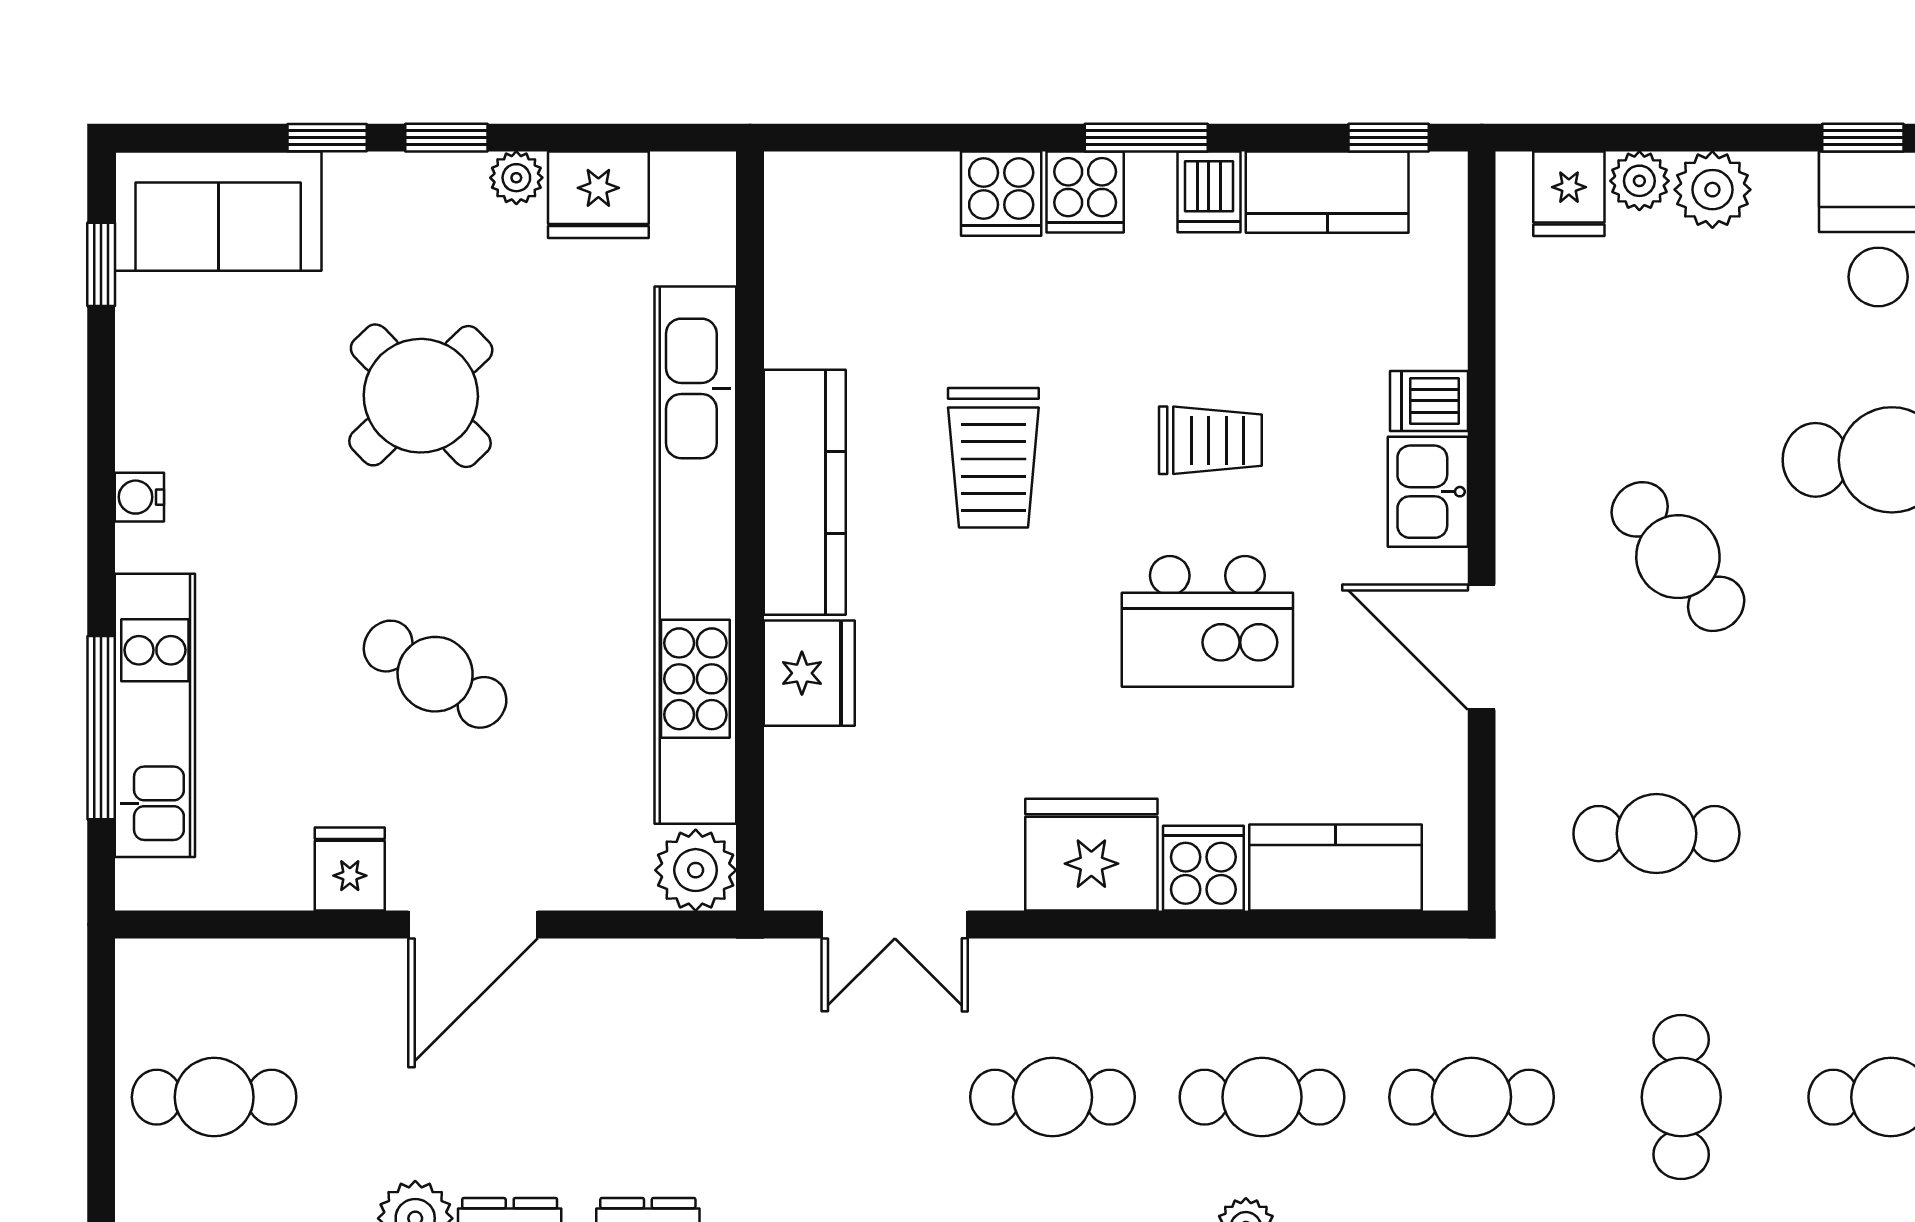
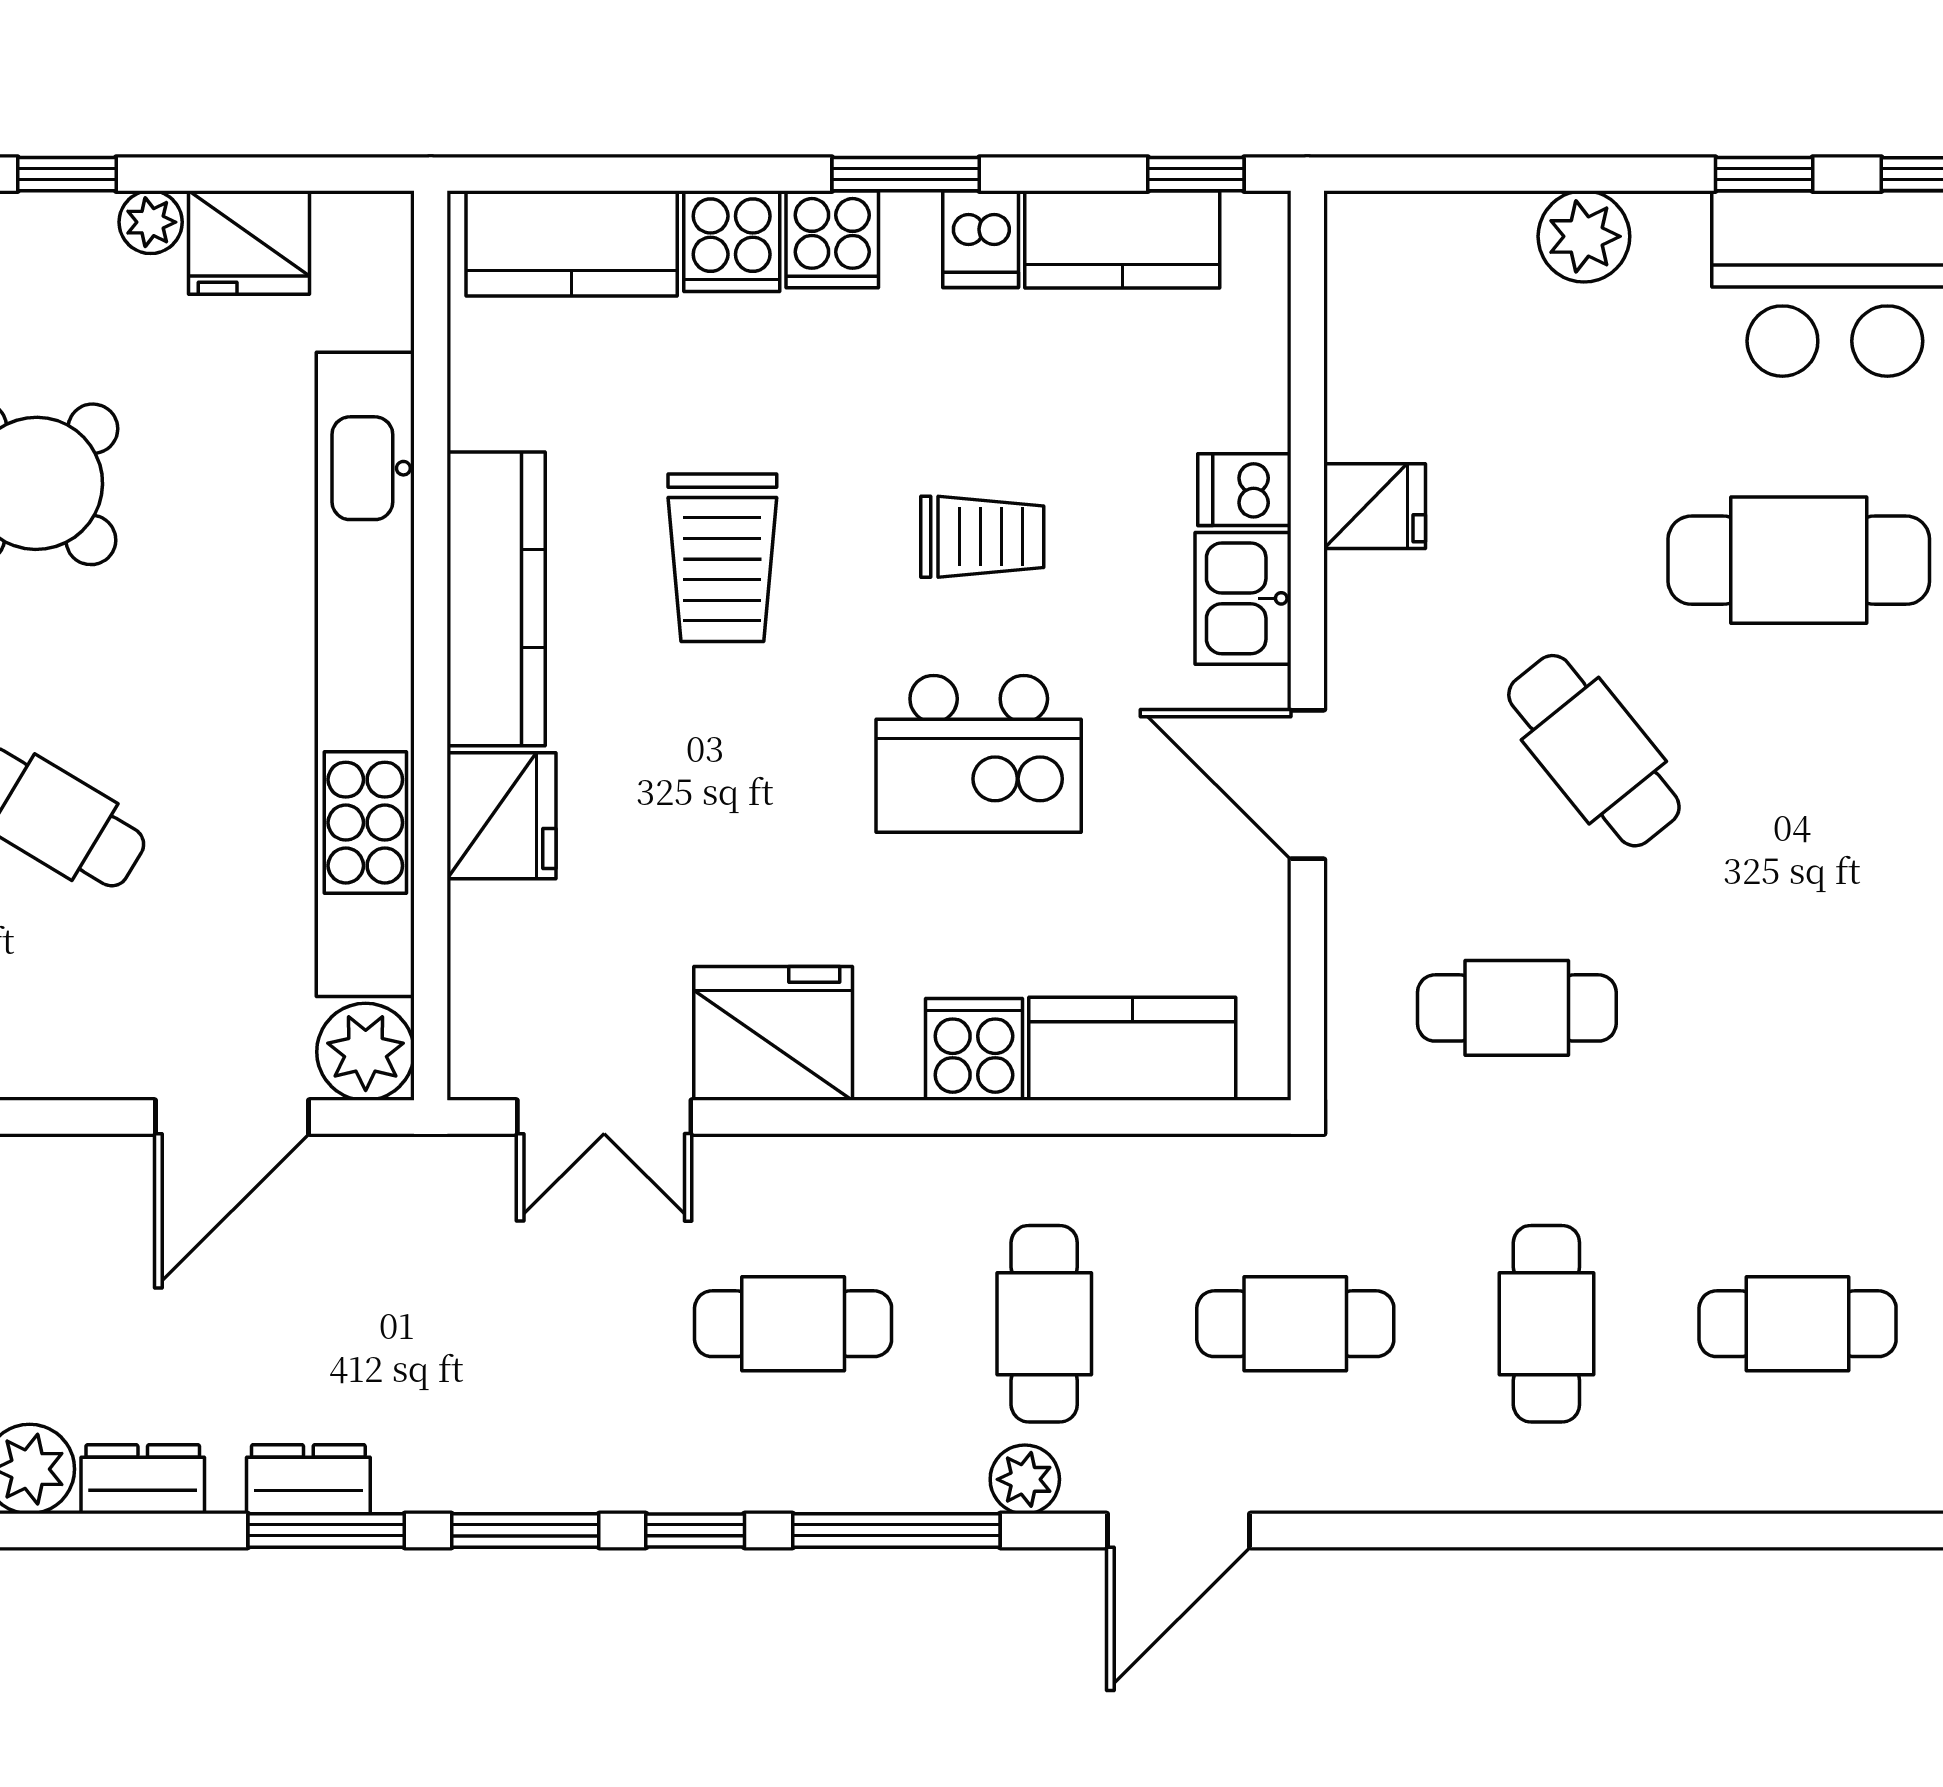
plant: (1639, 181) -> (1496, 226), removed
fridge: (1569, 194) -> (1375, 506), moved, turned -90
kitchen counter: (868, 195) -> (572, 243), added
cafe table: (1678, 557) -> (1594, 751), moved
fridge: (1091, 855) -> (773, 1033), moved
door: (473, 925) -> (232, 1117), moved
cafe table: (1262, 1097) -> (1044, 1324), turned 90

